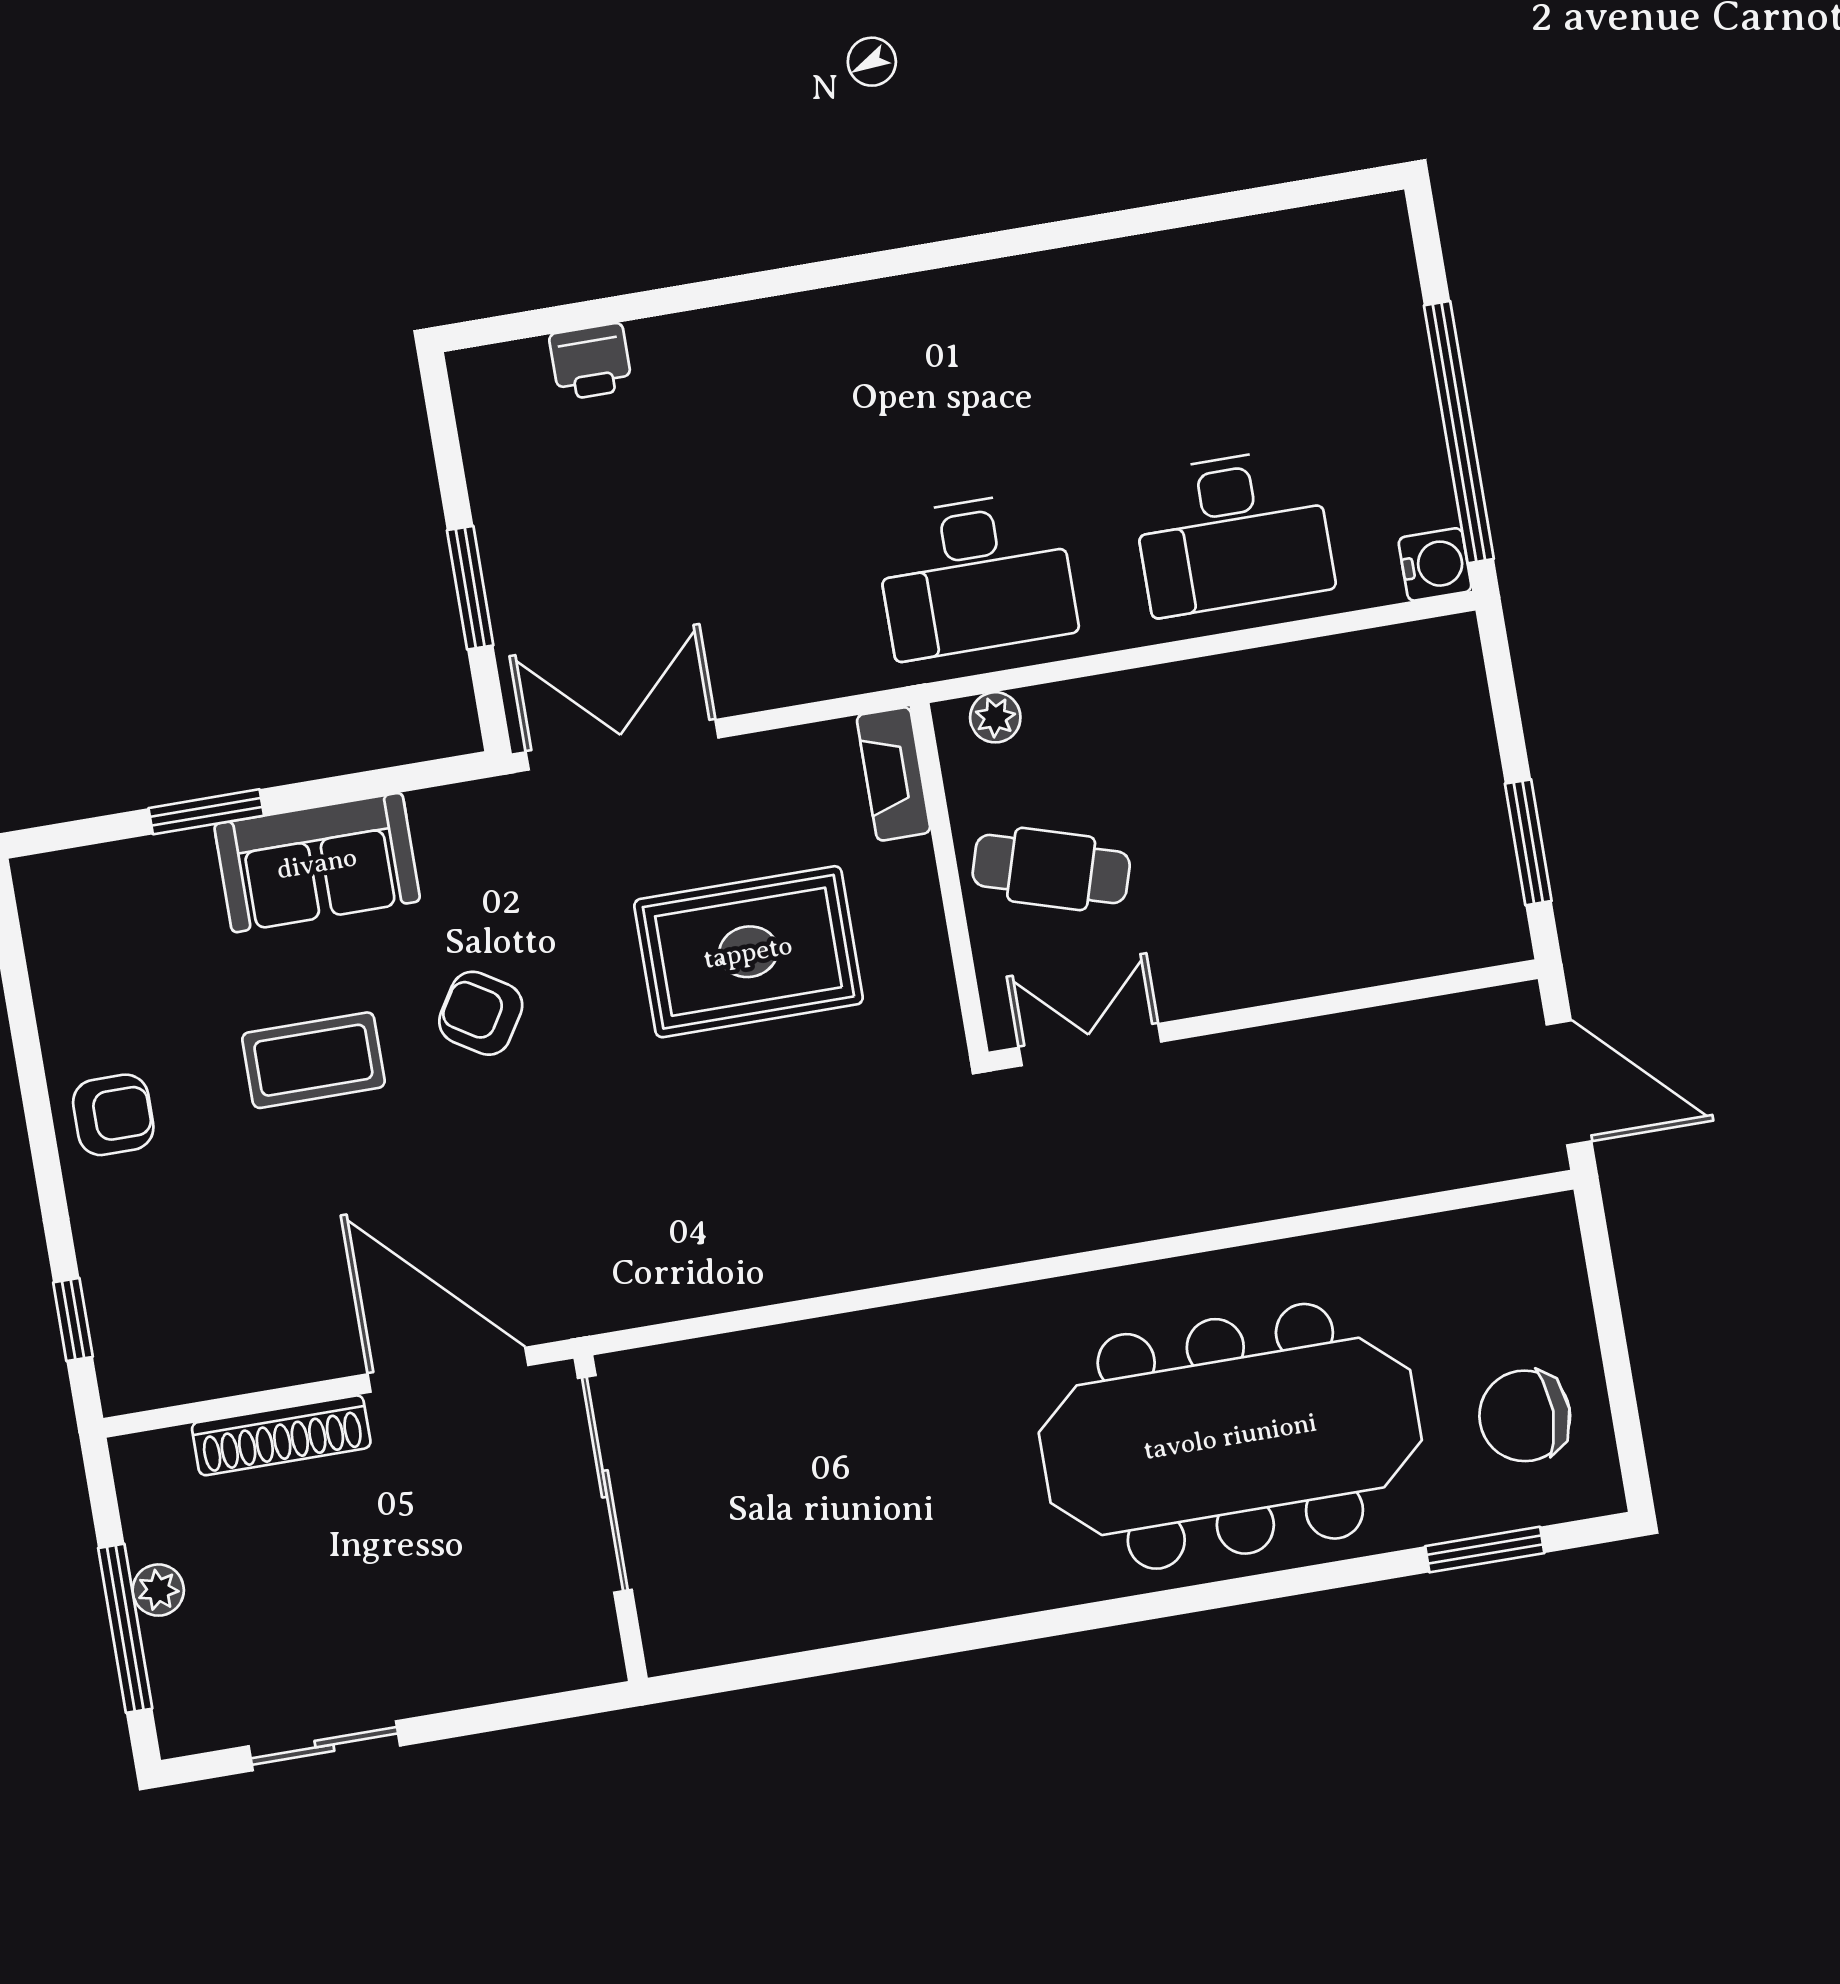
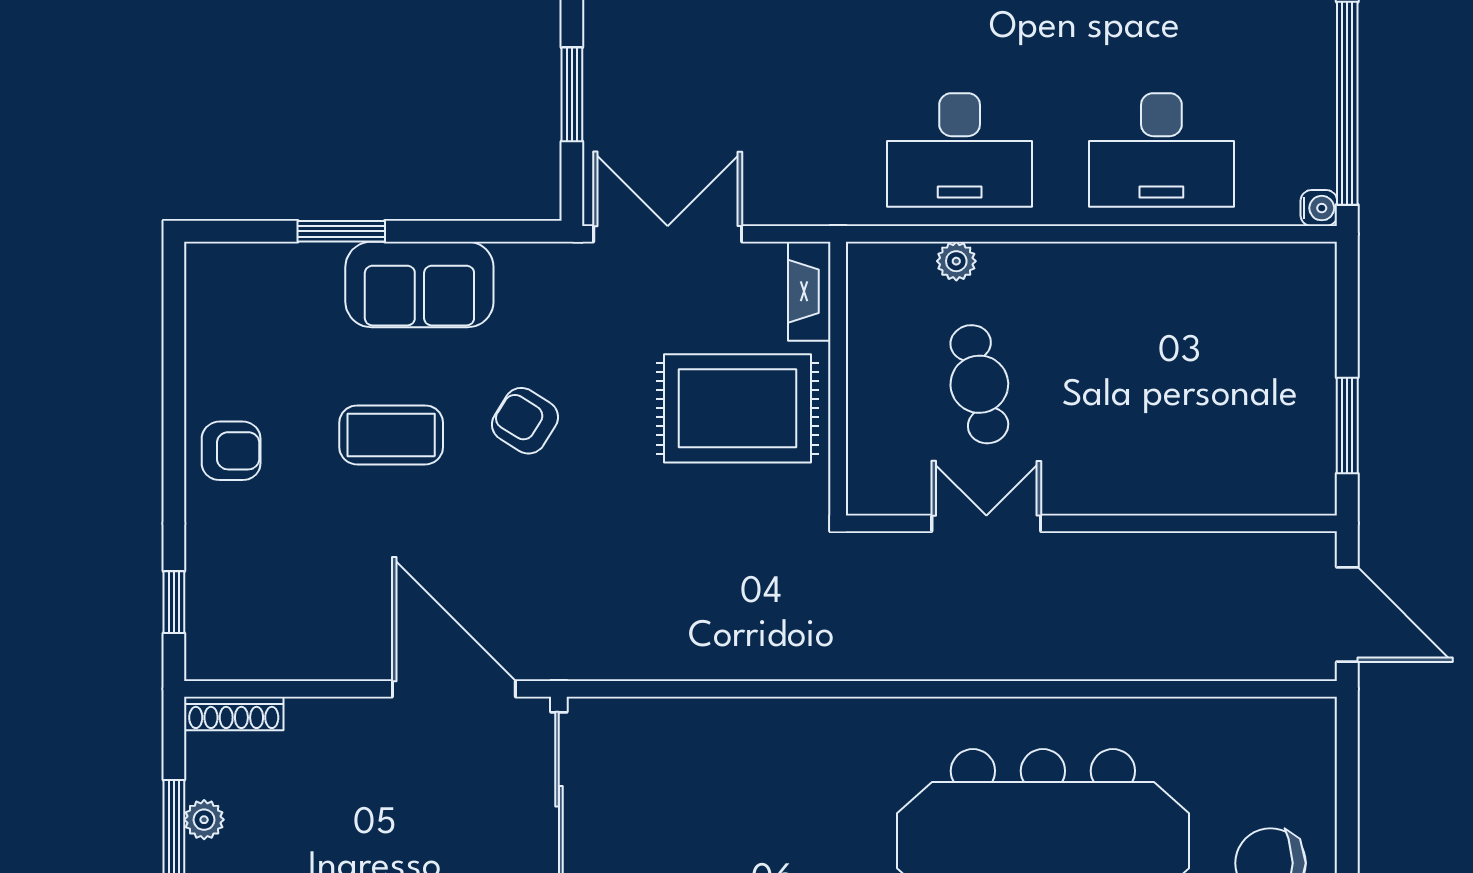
water cooler: (1435, 564) -> (1319, 208), width x0.72, depth x0.72
fireplace: (894, 774) -> (809, 291), moved
cafe table: (1051, 869) -> (979, 384), turned 61
wall: (949, 879) -> (838, 379), moved
shoe rack: (281, 1435) -> (234, 713), moved, width x0.74, depth x0.81

